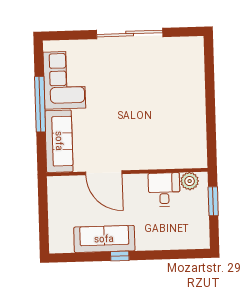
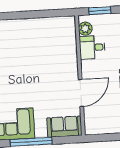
sofa: (59, 141) -> (64, 127), width x0.73

